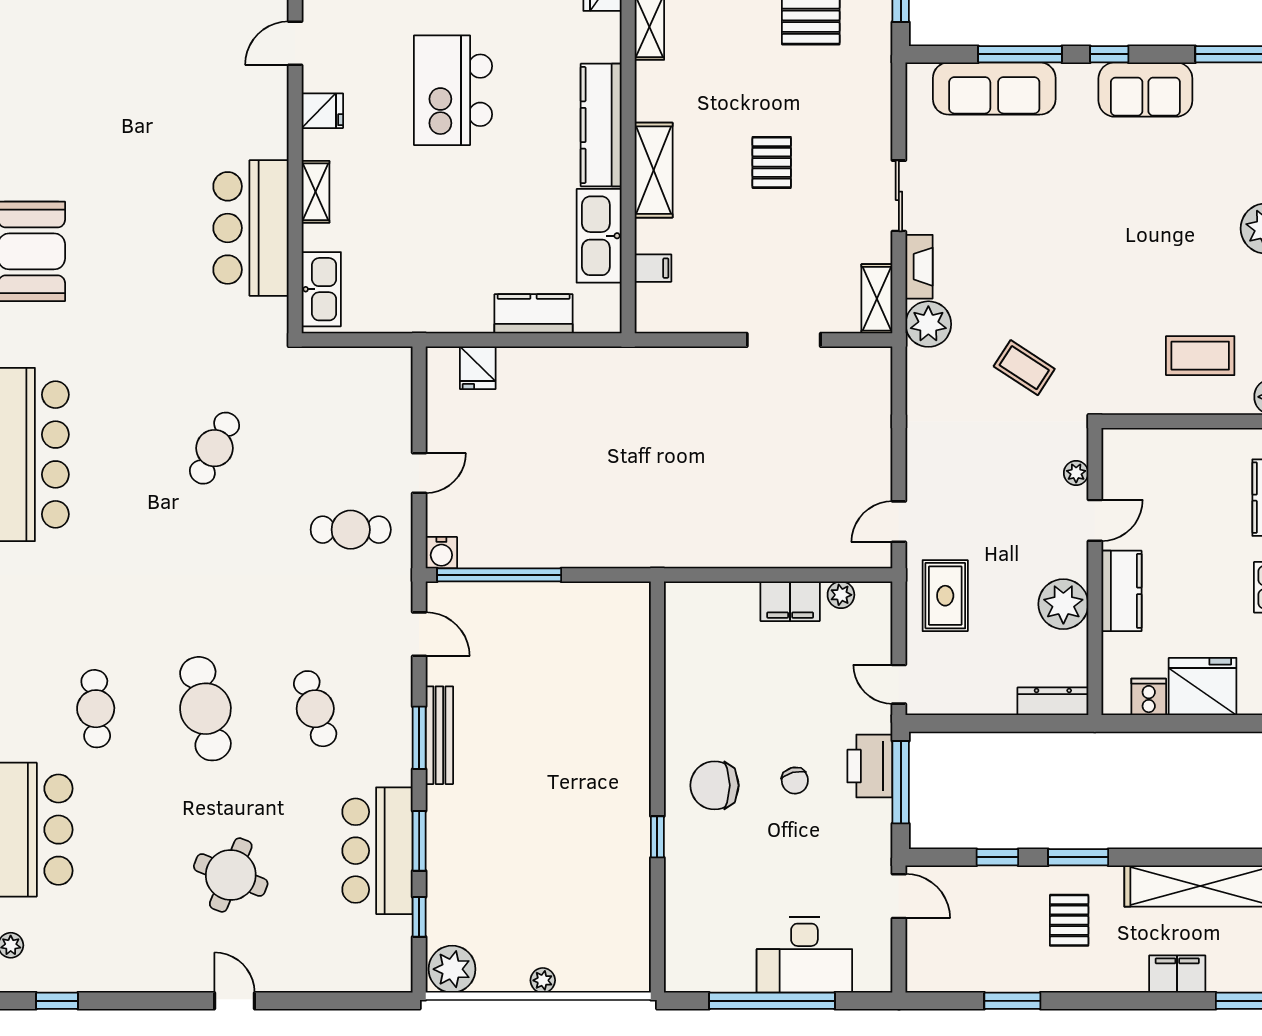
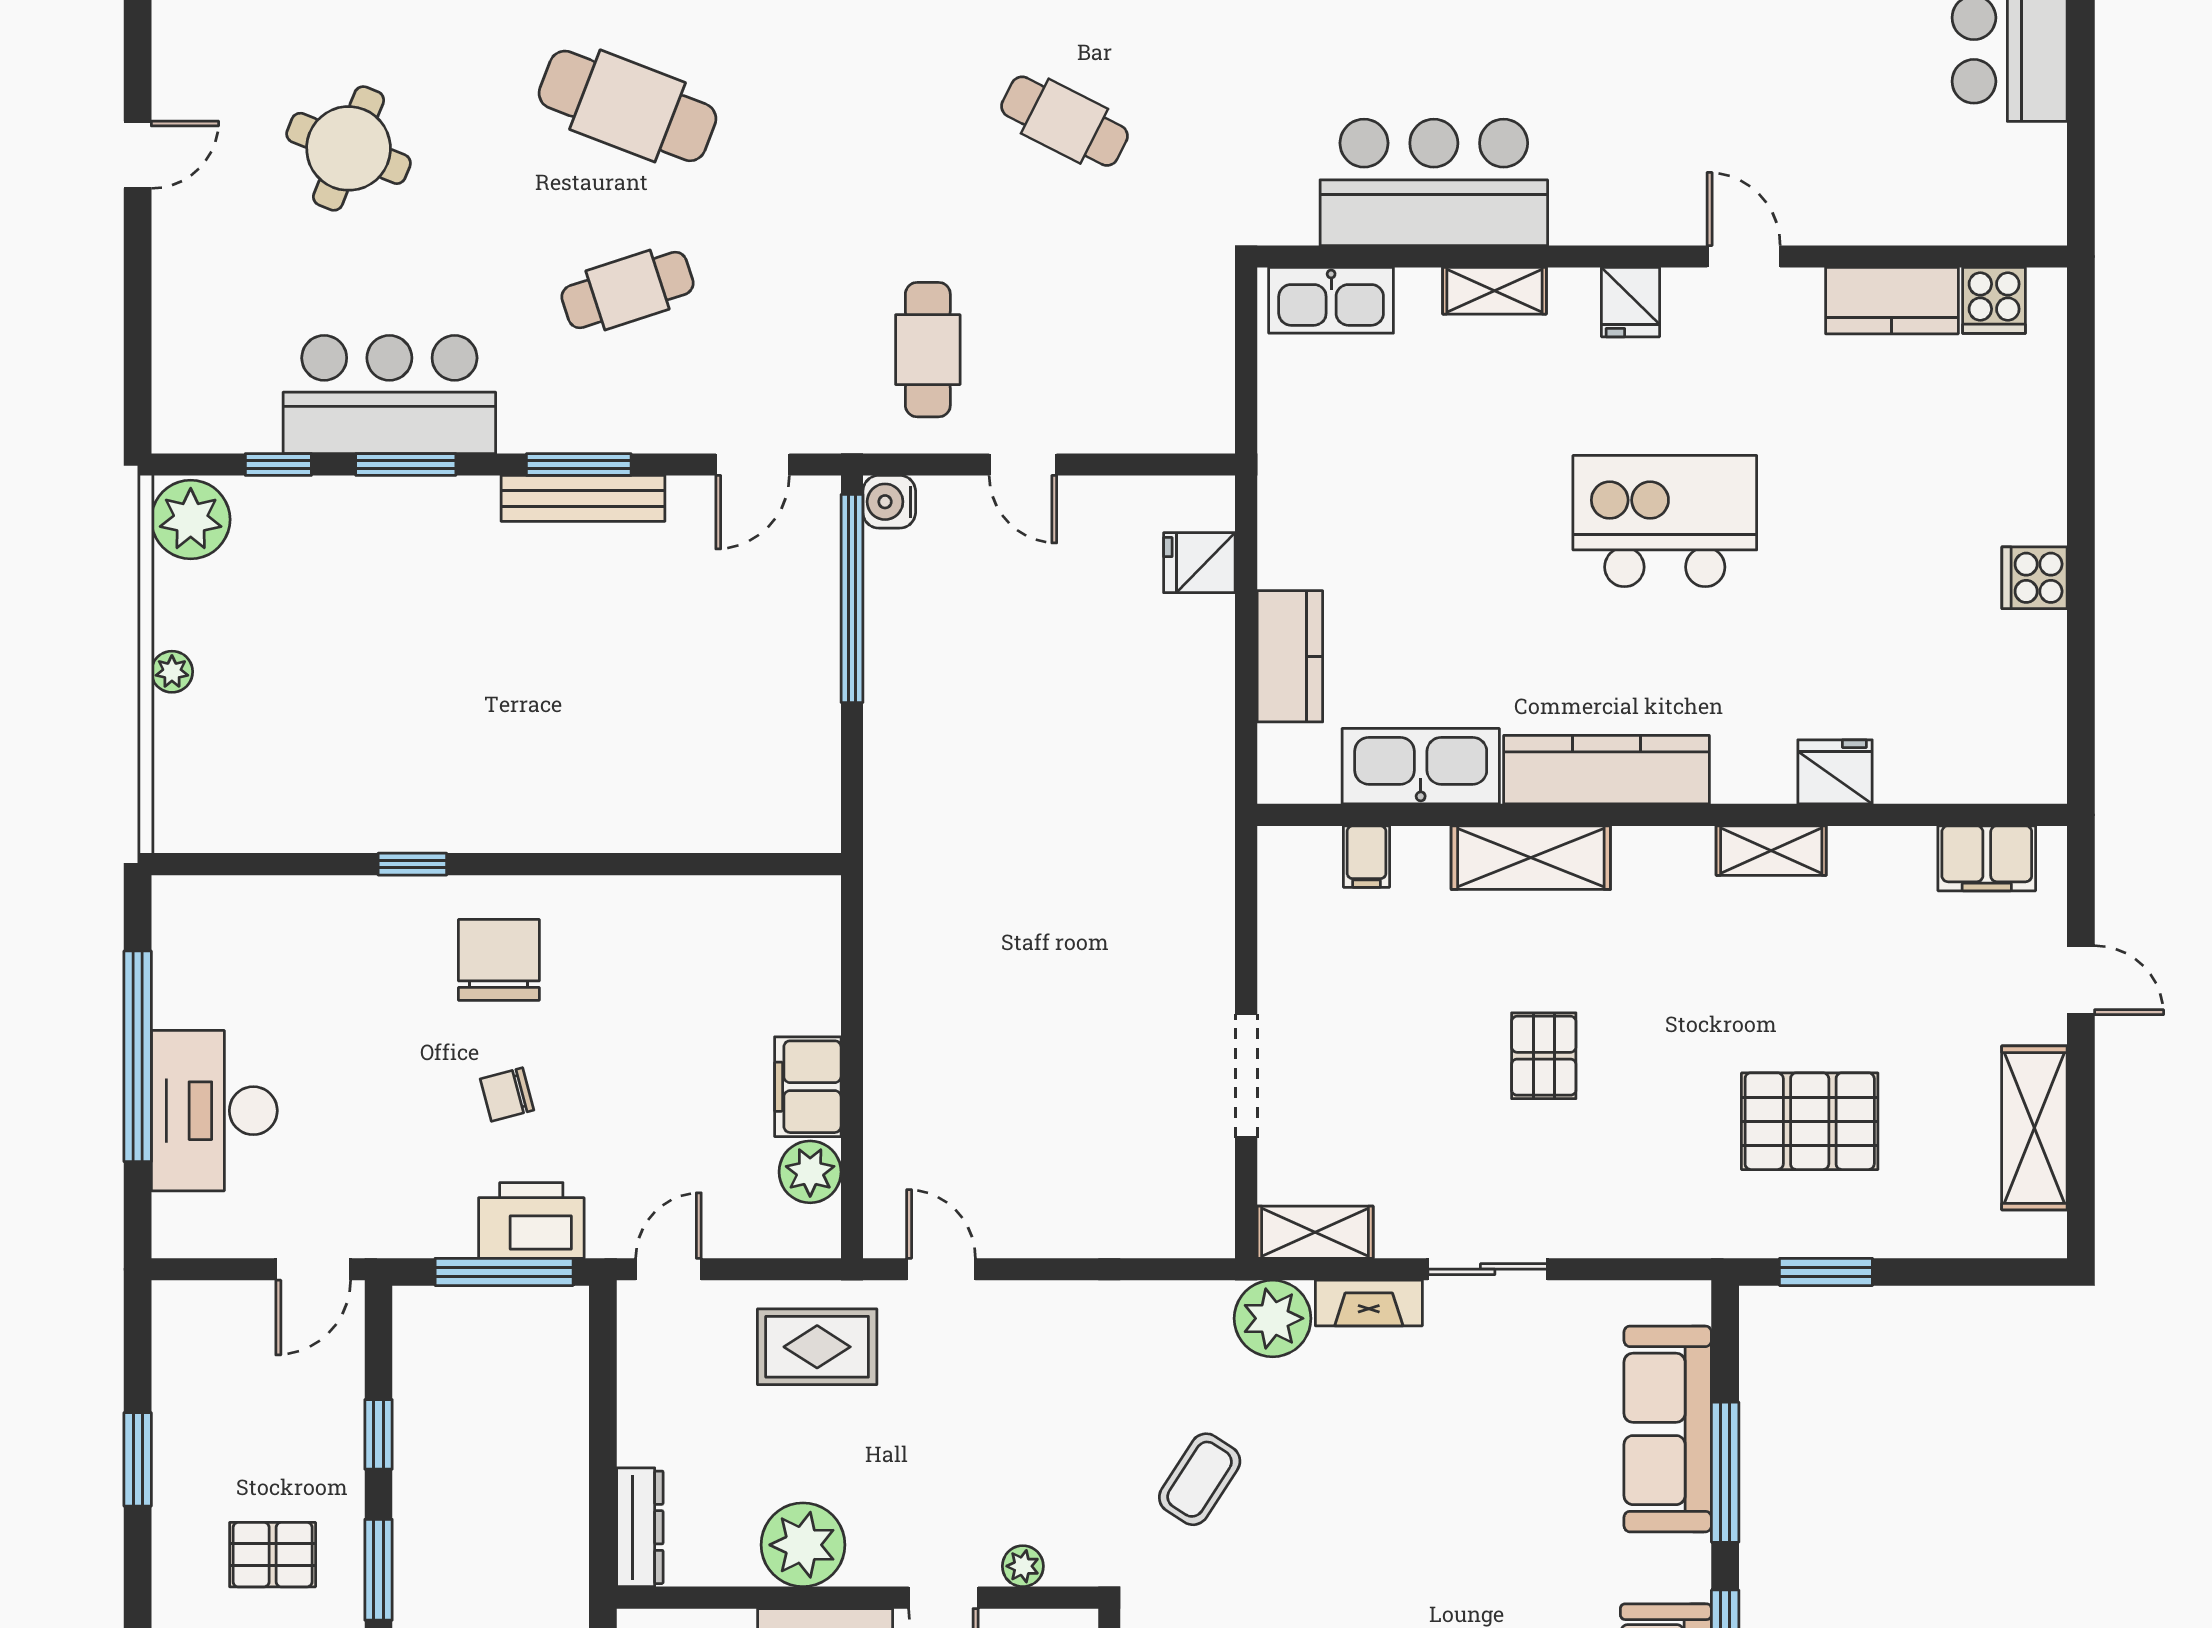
pallet: (772, 162) -> (1544, 1056), turned 90
plant: (841, 595) -> (810, 1172), width x1.38, depth x1.38
cafe table: (205, 709) -> (628, 106), turned 33

